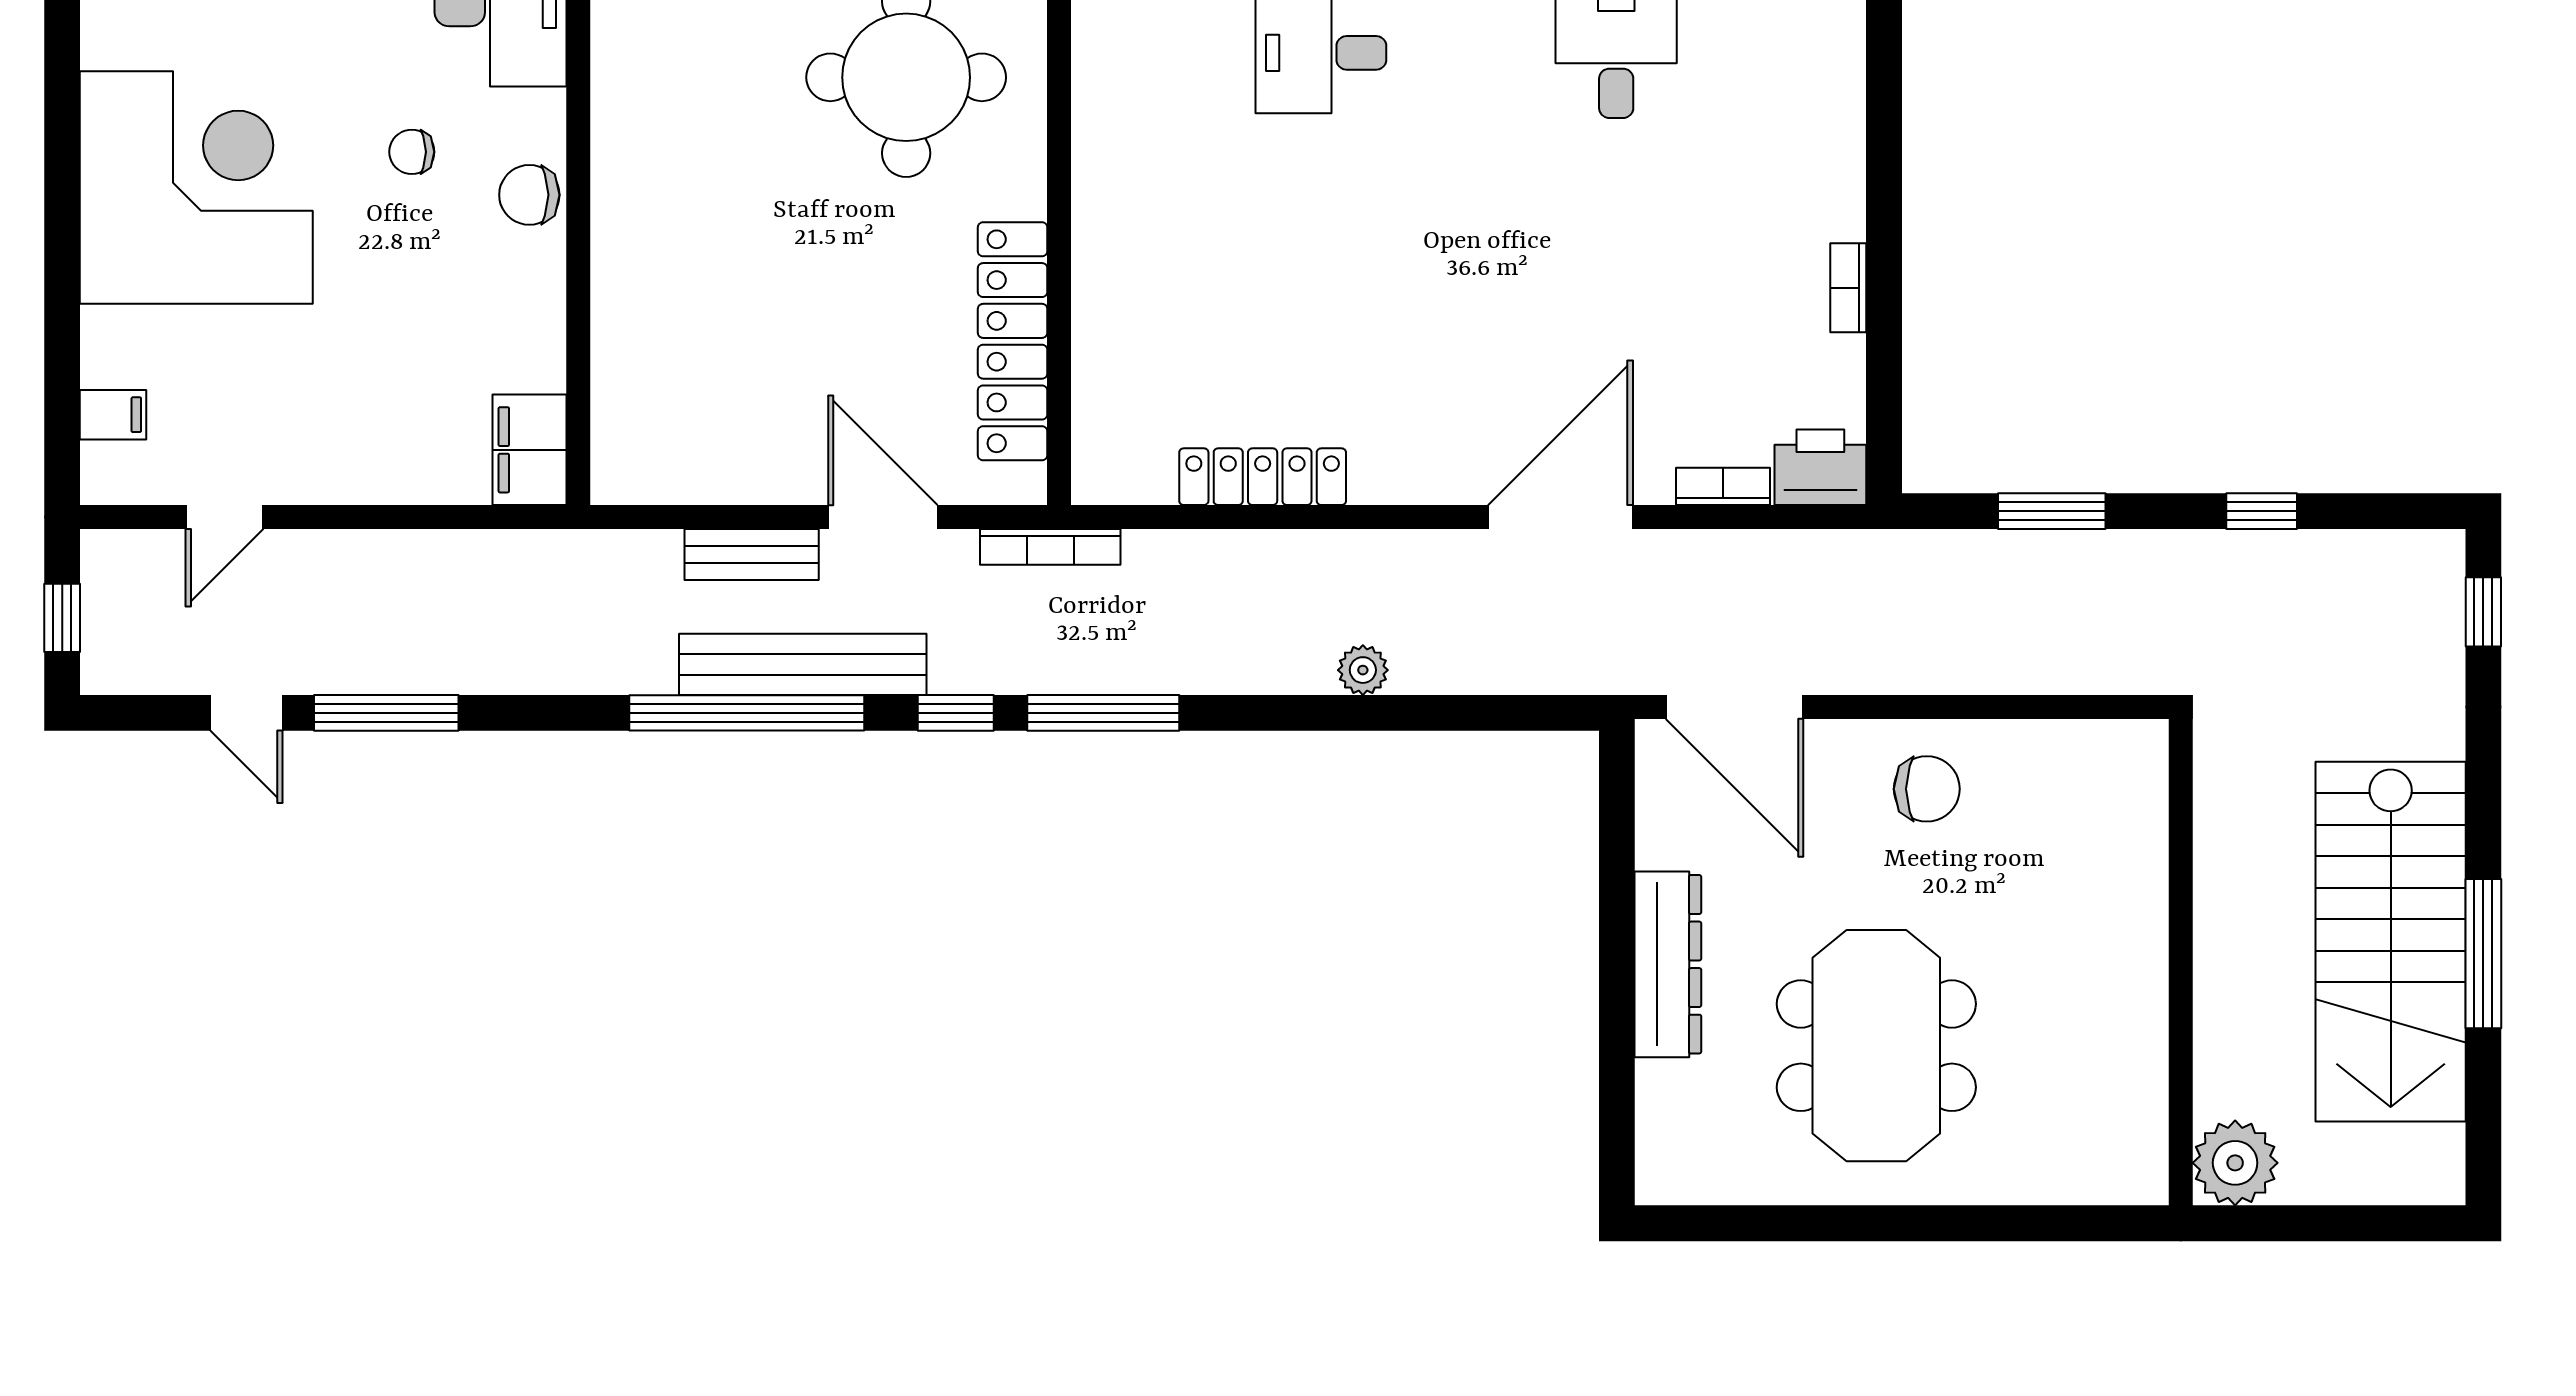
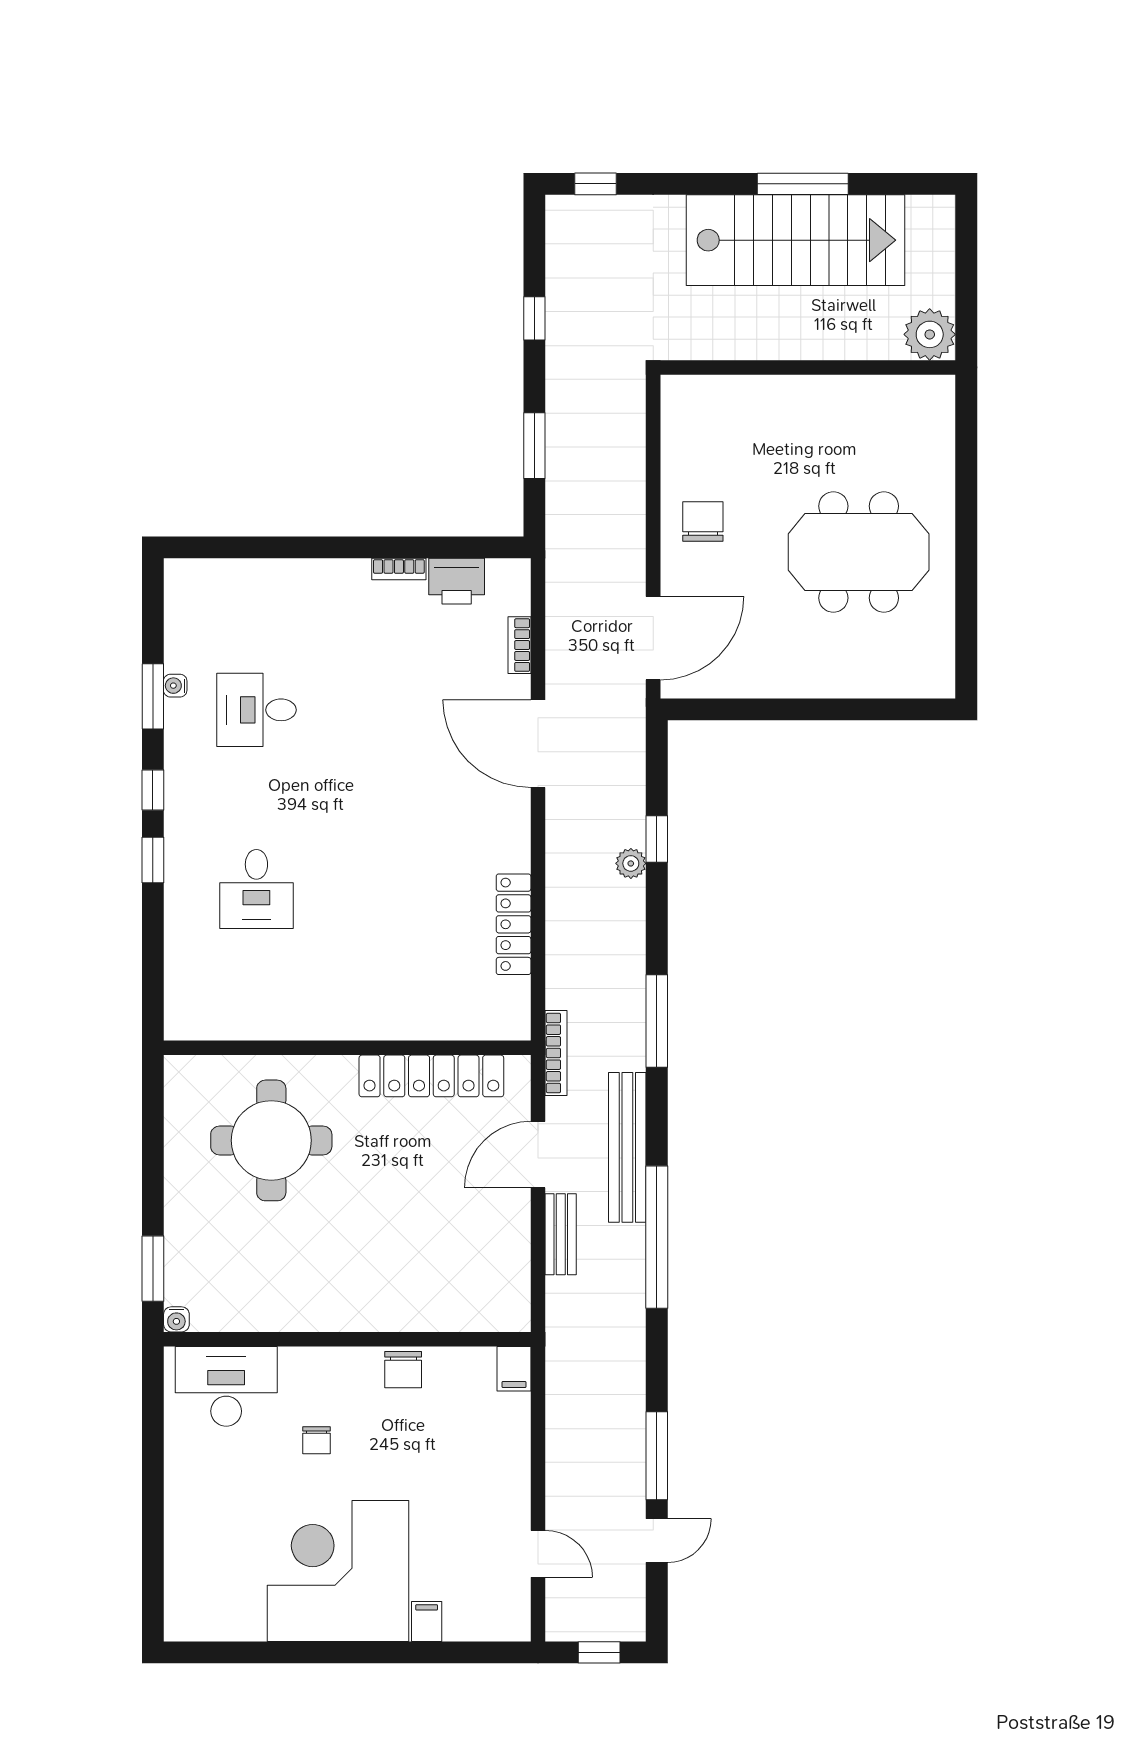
chair: (529, 195) -> (403, 1370), moved
filing cabinet: (113, 415) -> (427, 1621), moved
filing cabinet: (530, 450) -> (514, 1369), width x0.50
printer: (1820, 467) -> (457, 581), moved, turned -90
bench: (803, 664) -> (627, 1147), moved
window: (956, 713) -> (657, 839), moved
dresser: (1668, 964) -> (809, 678), removed

